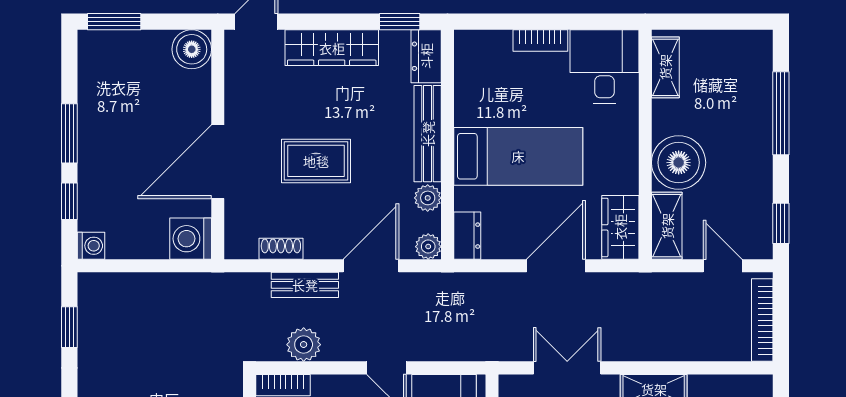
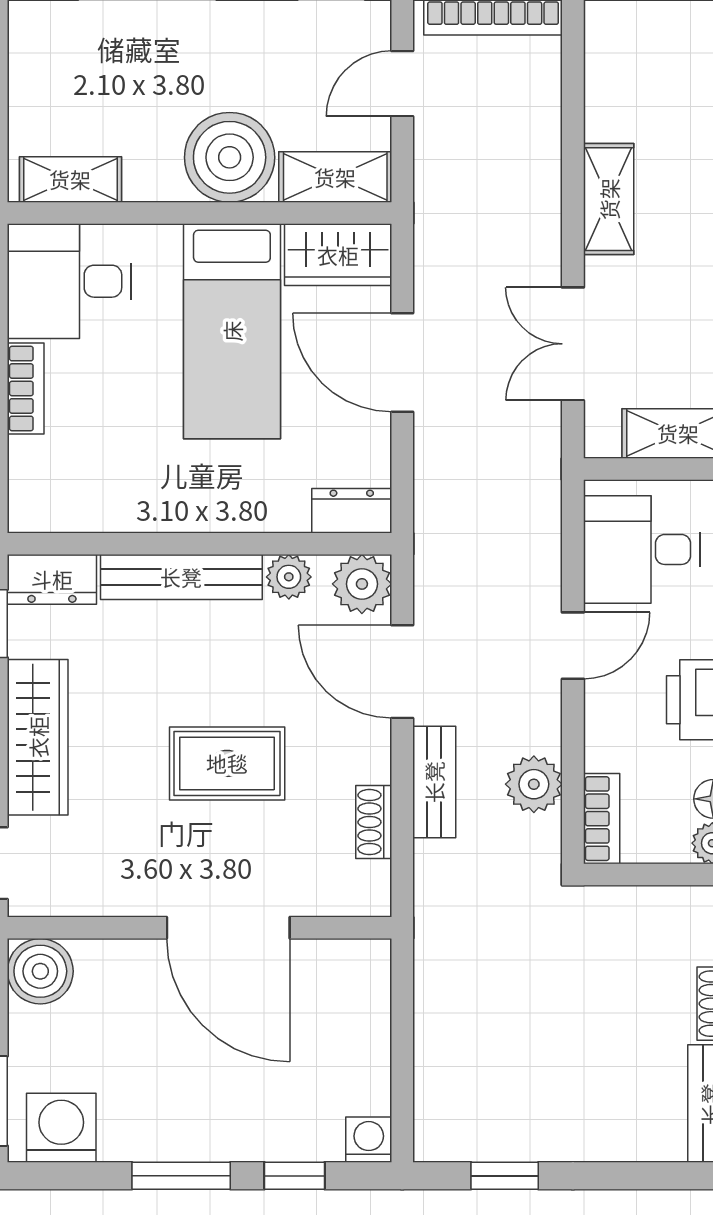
bed: (518, 156) -> (232, 331), moved, turned 180
rug: (316, 161) -> (227, 763), turned 90
washing machine: (191, 239) -> (61, 1128), moved, turned 180
plant: (428, 247) -> (362, 584), width x1.38, depth x1.38

